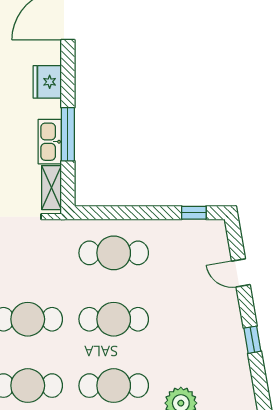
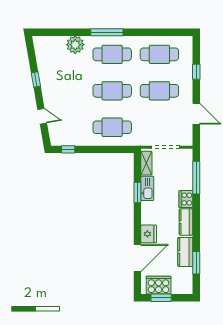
fridge: (47, 82) -> (149, 234), moved
window: (68, 134) -> (137, 192), width x0.69

